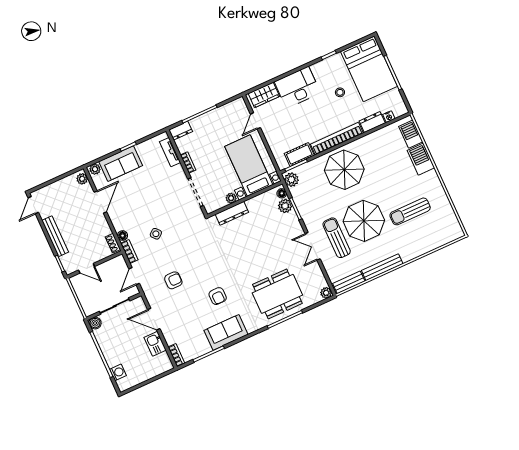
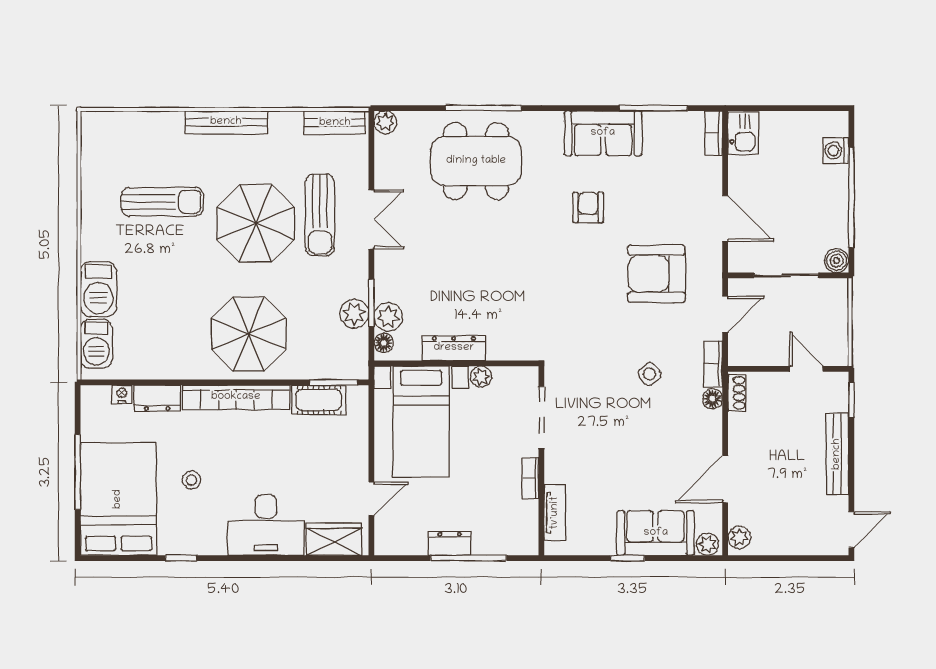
dresser: (181, 131) -> (450, 543), moved
plant: (291, 180) -> (354, 314), moved
dresser: (232, 213) -> (454, 348), moved
bench: (382, 267) -> (226, 122), moved
armchair: (173, 280) -> (657, 274), width x1.88, depth x1.88
kitchen sink: (155, 344) -> (743, 133), moved

